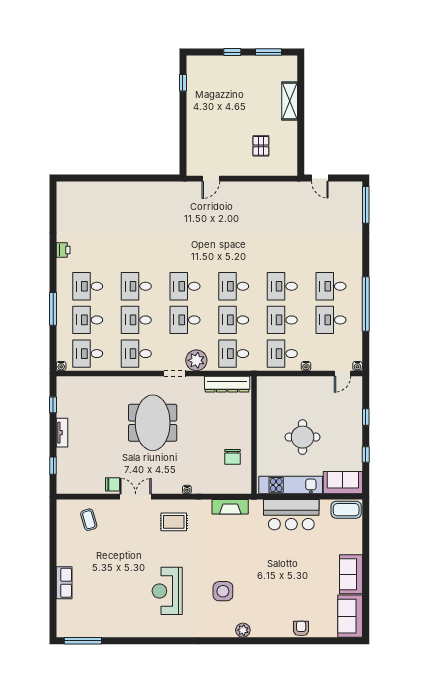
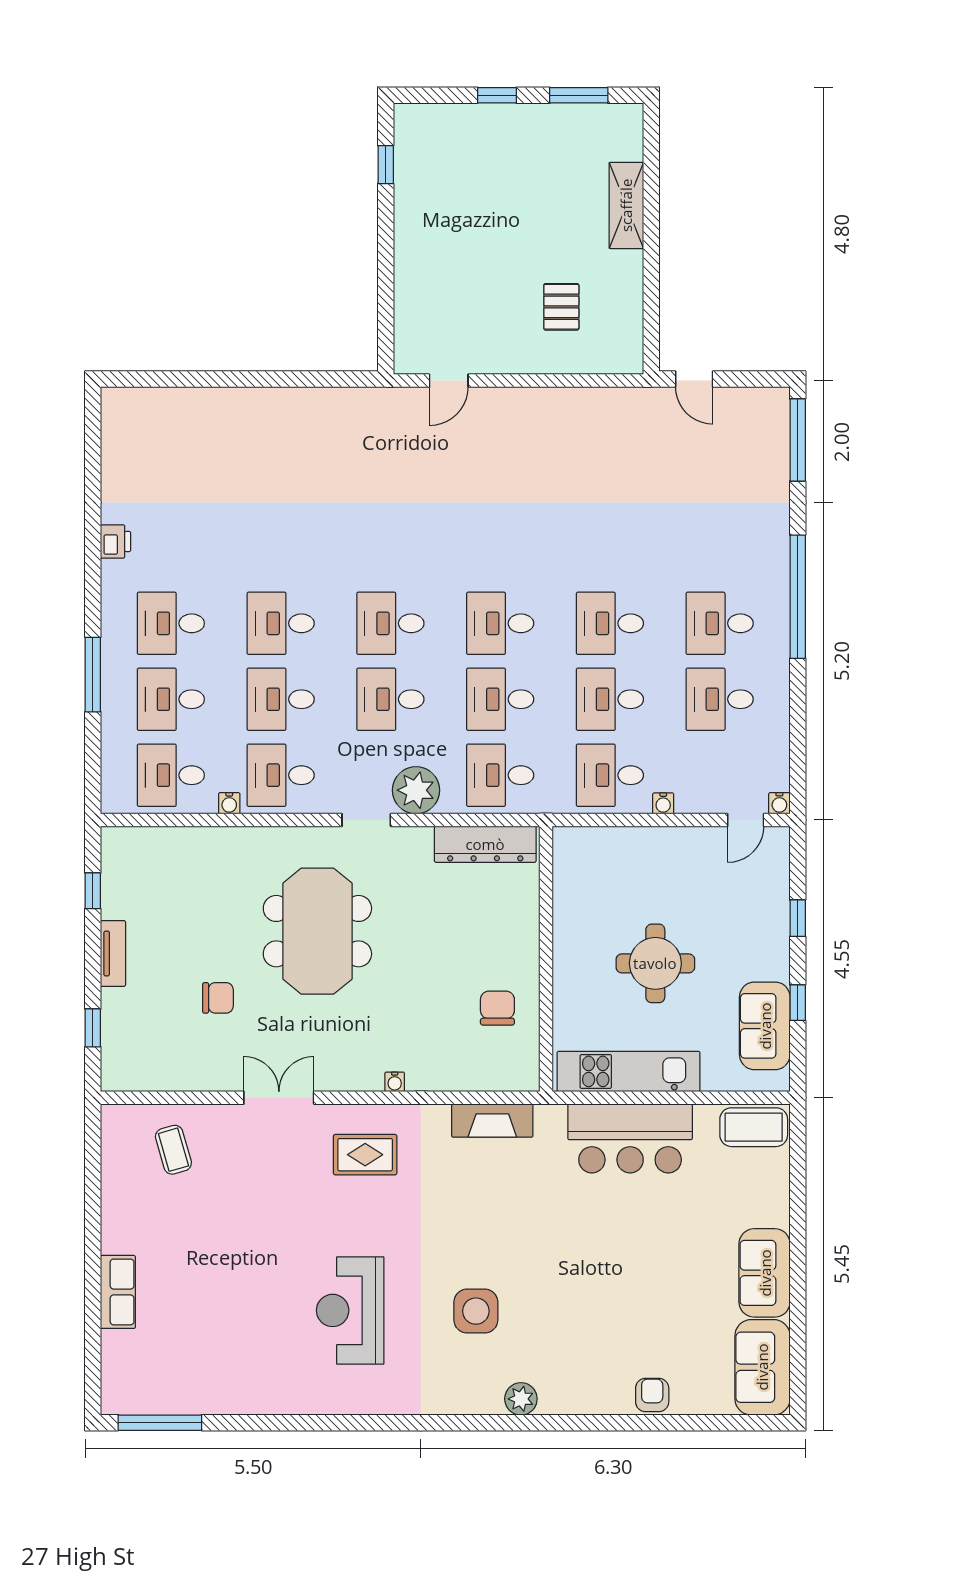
window: (366, 304) -> (798, 597), moved
water cooler: (61, 366) -> (229, 803), moved
chair: (232, 457) -> (497, 1008), turned 180
sofa: (343, 483) -> (765, 1026), moved, turned -90
chair: (113, 484) -> (218, 998), moved

